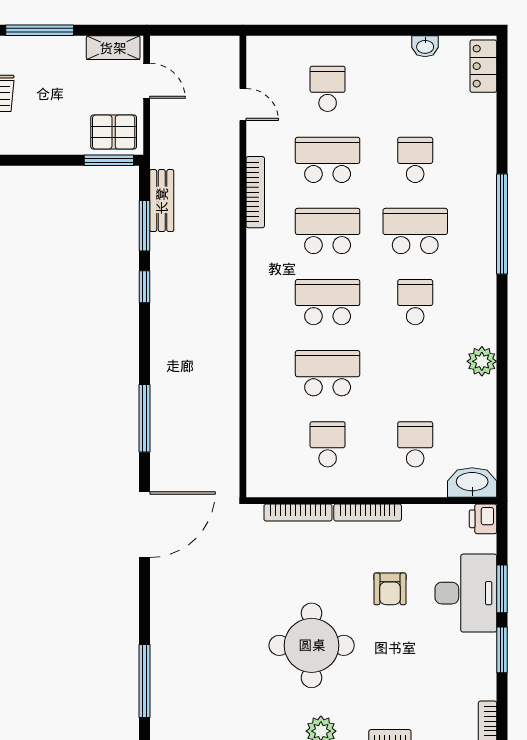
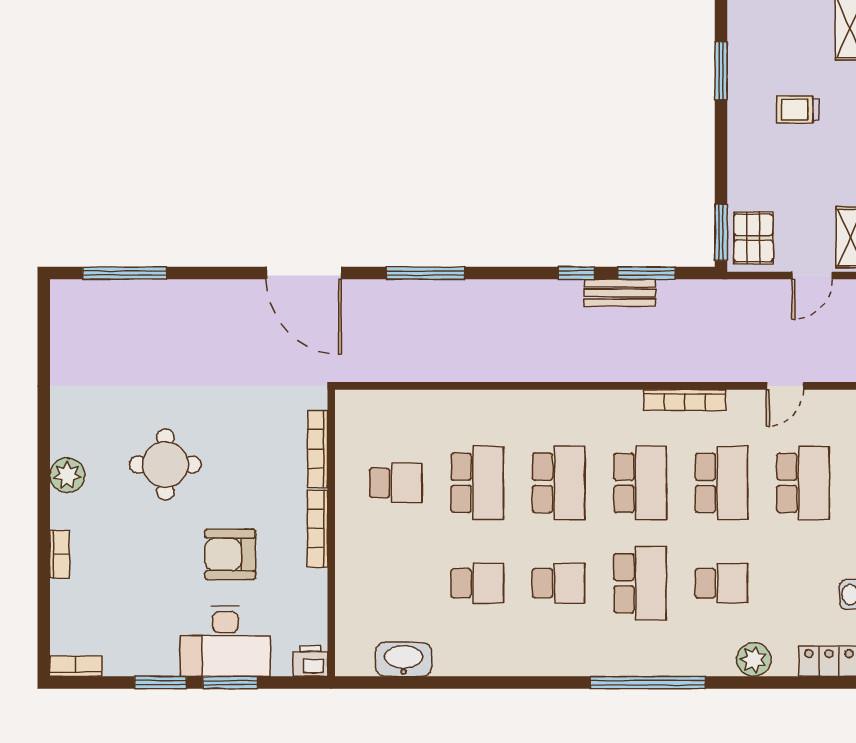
school desk: (328, 89) -> (803, 483), width x1.85
bench: (162, 201) -> (620, 293), moved
plant: (482, 361) -> (754, 659), moved
school desk: (415, 444) -> (477, 583), moved
washbasin: (472, 482) -> (404, 659), moved, turned -90
armchair: (390, 589) -> (230, 554), width x1.38, depth x1.38
round table: (312, 645) -> (165, 464), width x0.73, depth x0.73

